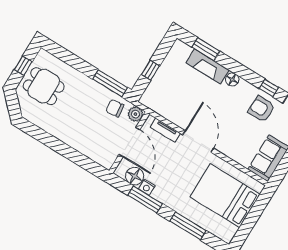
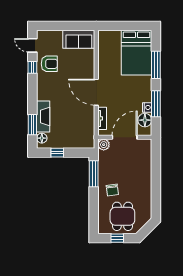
window: (150, 70) -> (57, 153), moved
floor lamp: (232, 80) -> (42, 138), moved
chair: (115, 108) -> (112, 190), moved
armchair: (261, 109) -> (49, 64), turned -90
door: (198, 141) -> (96, 92), hinge flipped
bed: (225, 196) -> (137, 53), moved

